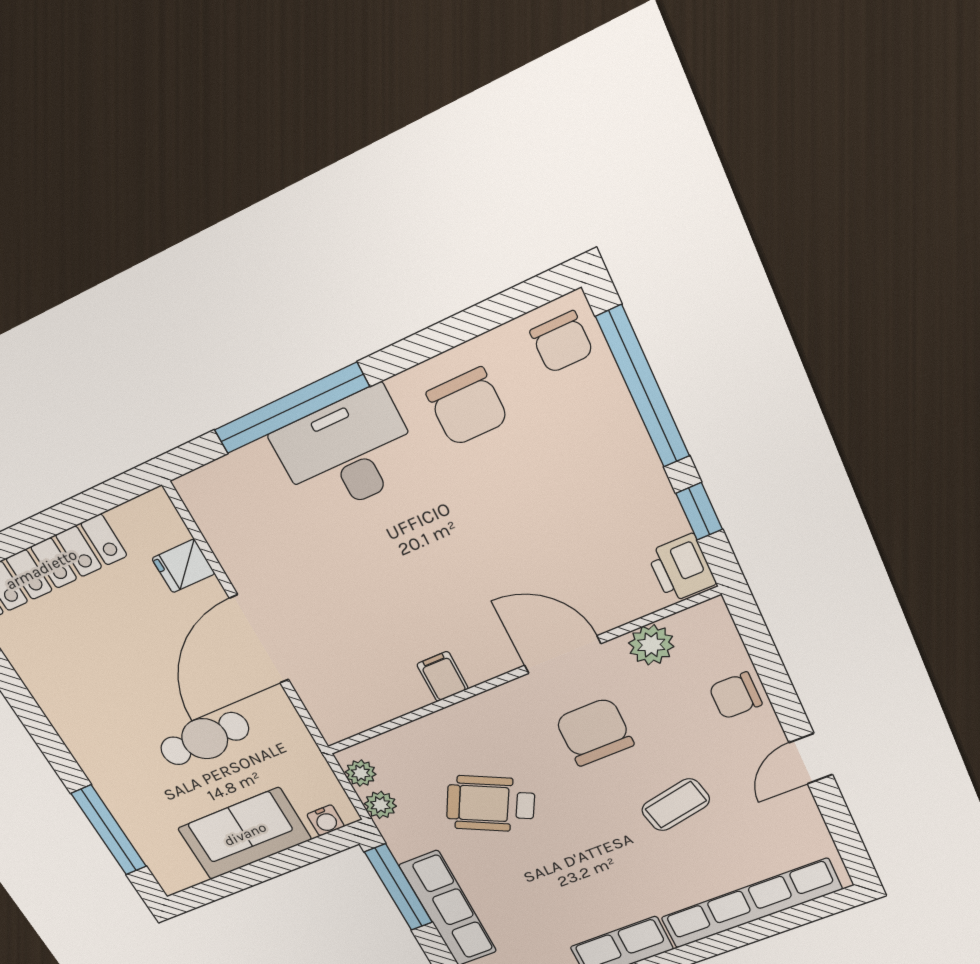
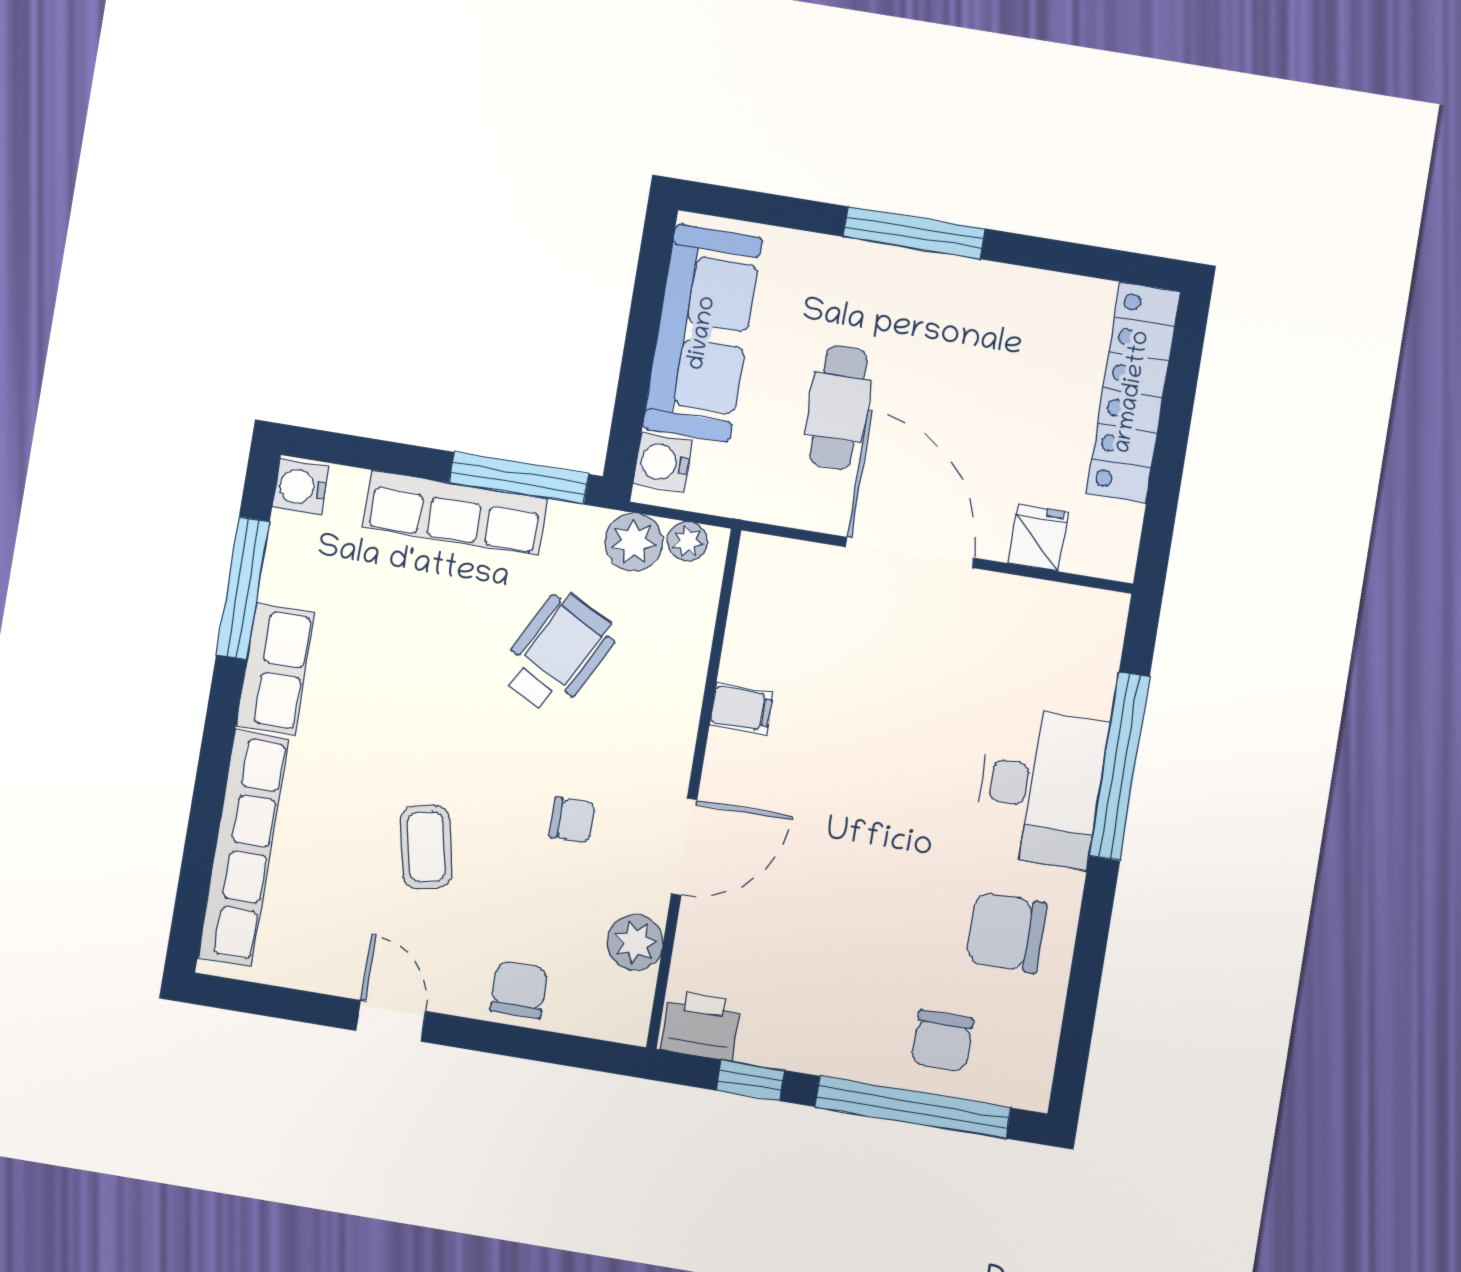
chair: (562, 342) -> (942, 1041), moved, turned -90
chair: (595, 732) -> (572, 820), width x0.54, depth x0.54
plant: (380, 805) -> (634, 542), width x1.38, depth x1.38
water cooler: (326, 820) -> (663, 462), width x1.38, depth x1.38
window: (109, 830) -> (914, 233), moved
sofa: (245, 834) -> (703, 333), width x1.36

